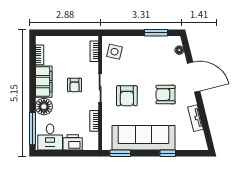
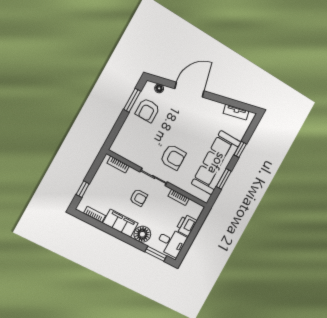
window: (56, 33) -> (83, 189), added
side table: (115, 52) -> (129, 147), removed
armchair: (166, 95) -> (148, 110), moved
tv unit: (196, 118) -> (236, 112), moved
window: (32, 129) -> (156, 254), width x0.69
window: (120, 153) -> (224, 179), moved

